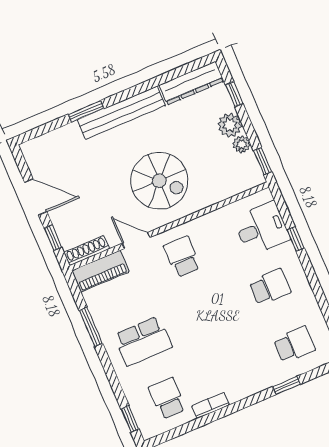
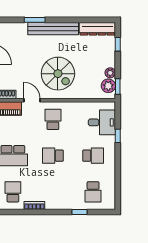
plant: (230, 125) -> (108, 86), moved
school desk: (206, 314) -> (53, 156), added
school desk: (294, 344) -> (93, 192), turned 90

